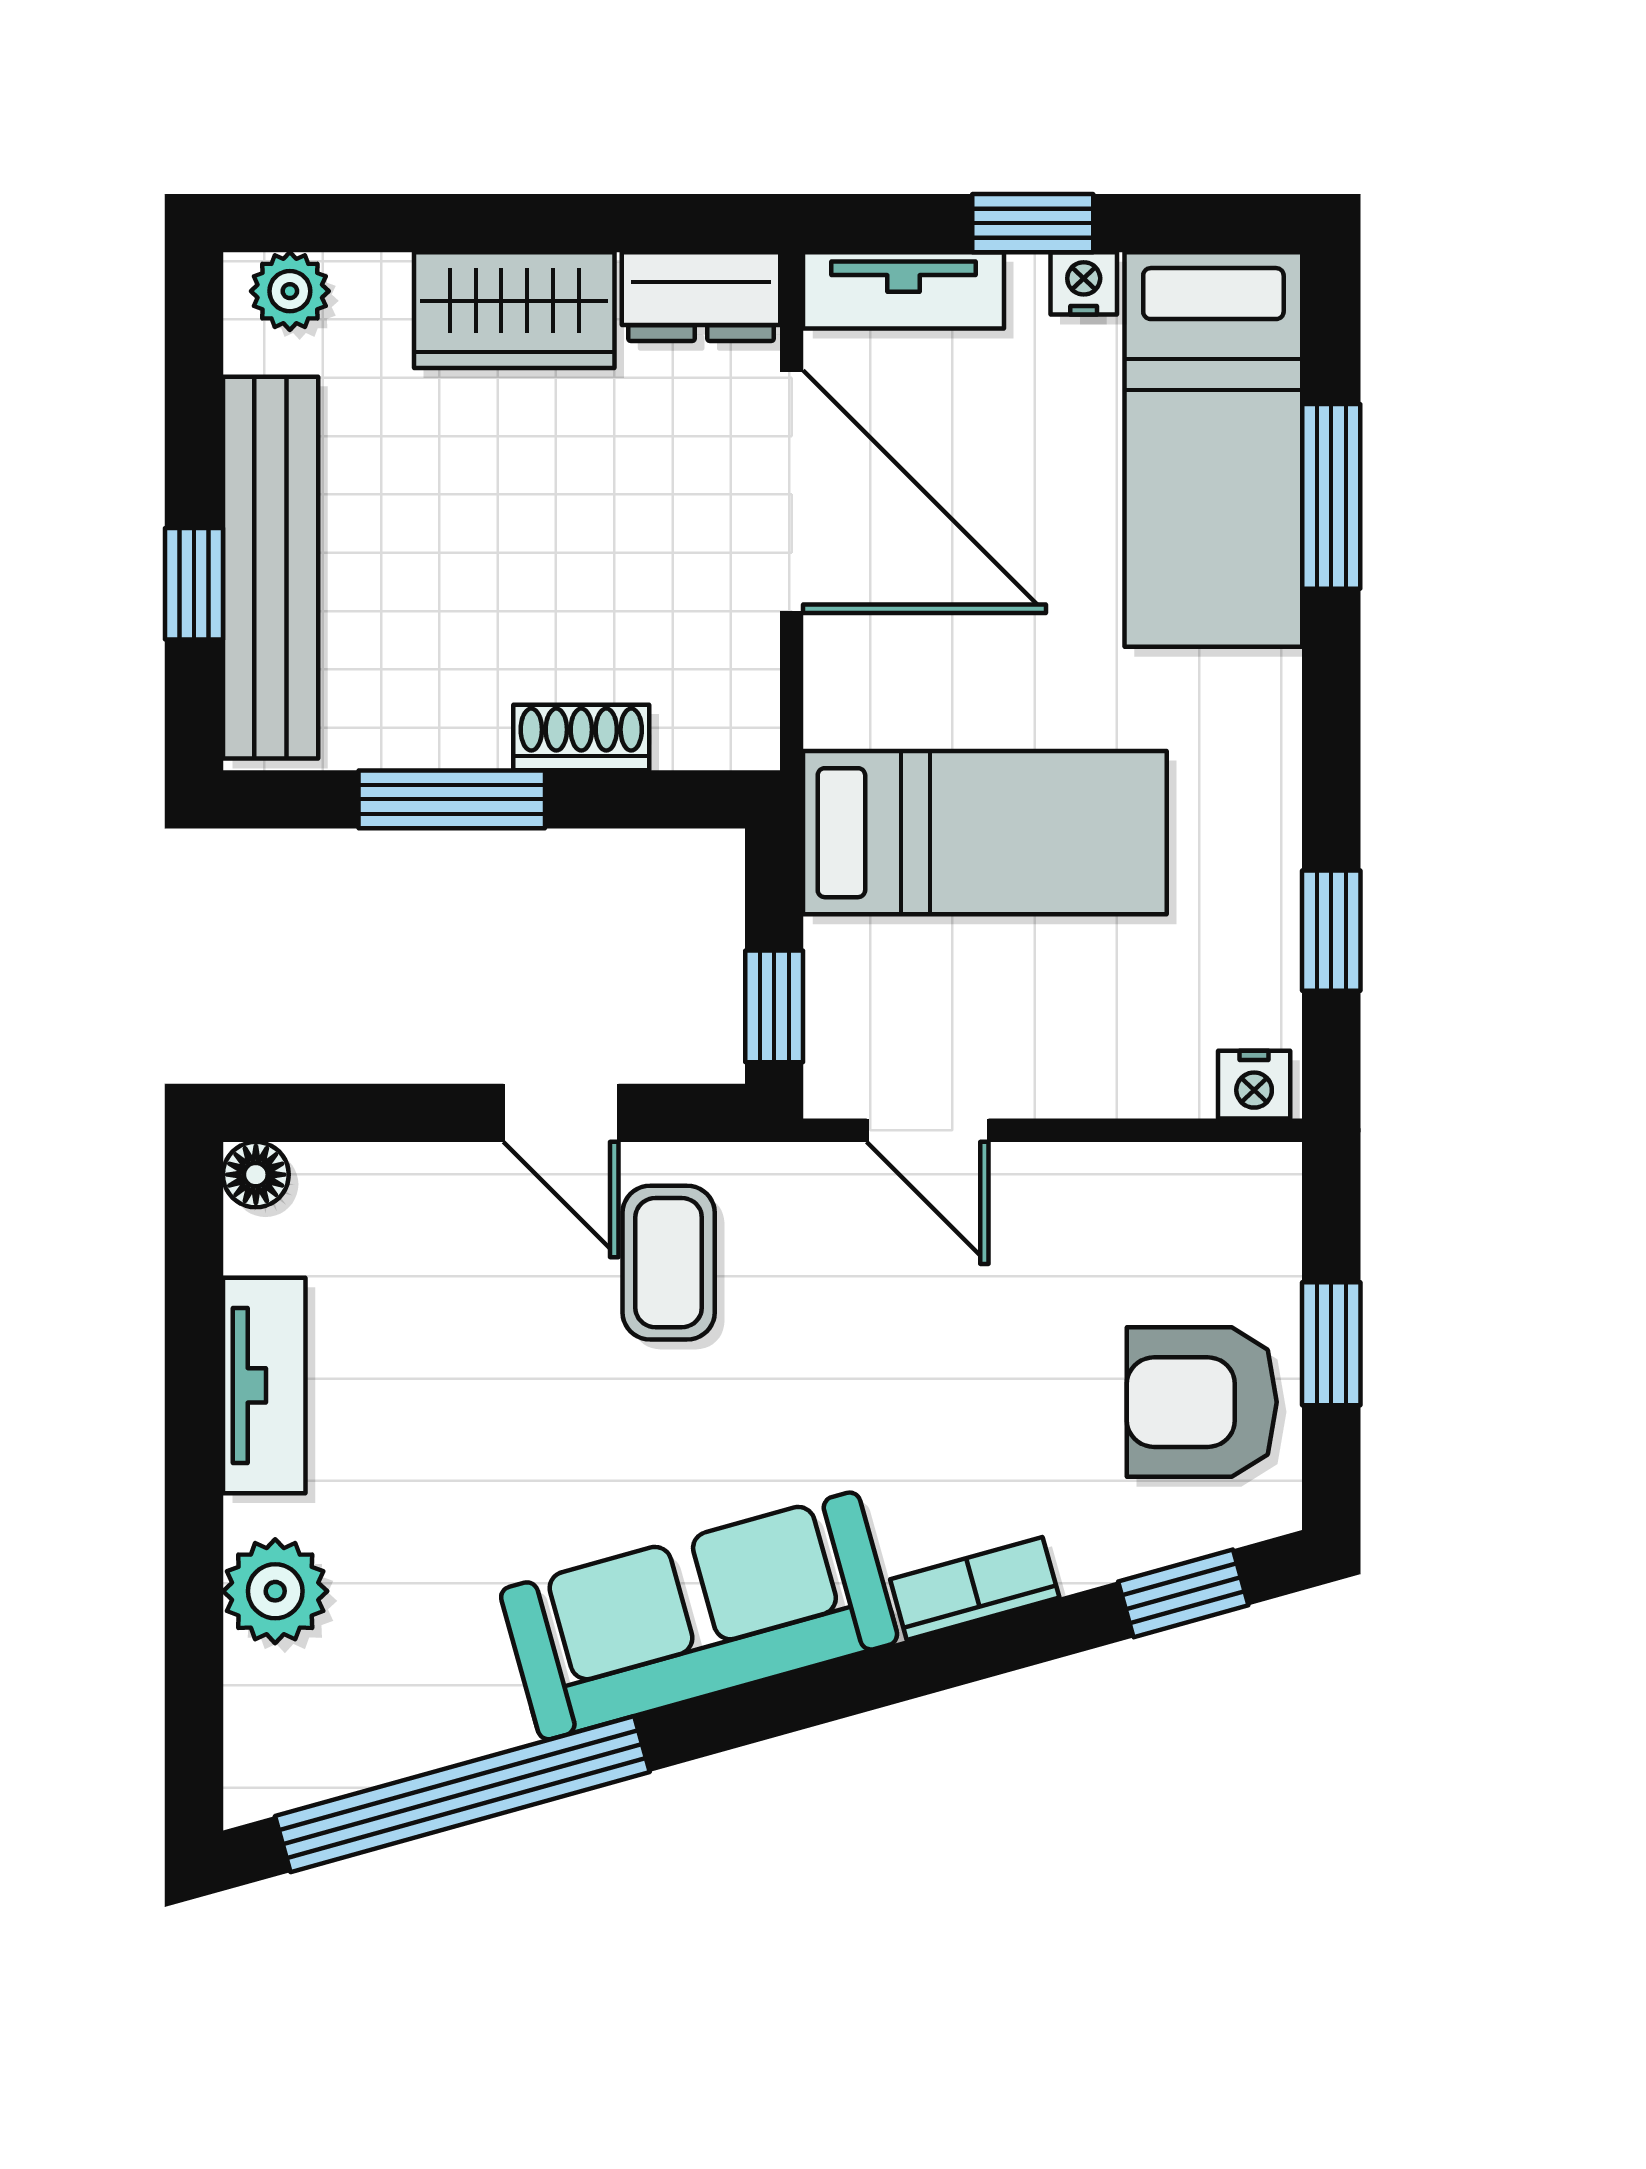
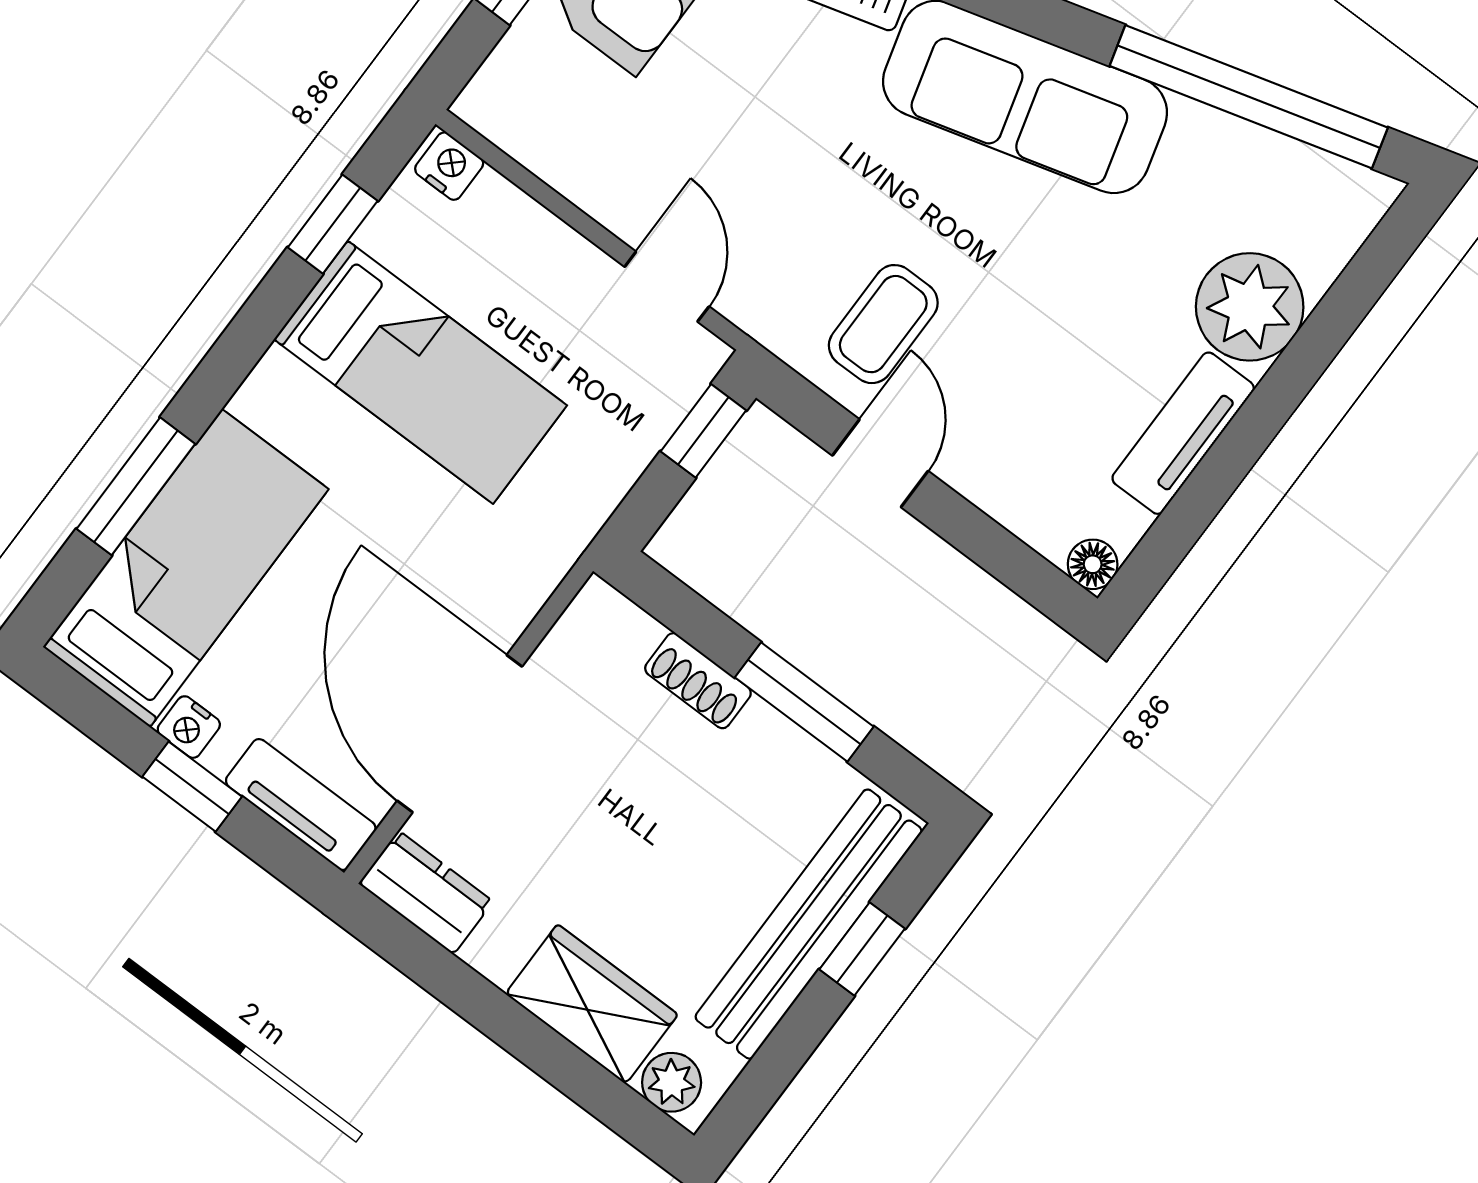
wardrobe: (514, 310) -> (592, 1004), moved
bed: (985, 833) -> (420, 372), moved, turned 180
plant: (275, 1591) -> (1250, 307), width x1.36, depth x1.36

